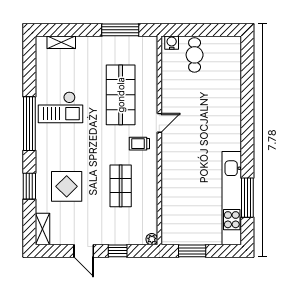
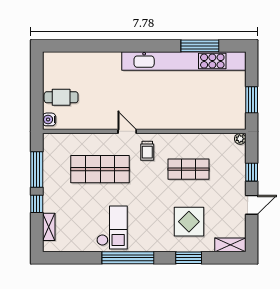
window: (85, 30) -> (37, 204), added
kitchen unit: (232, 198) -> (184, 61), width x1.36

